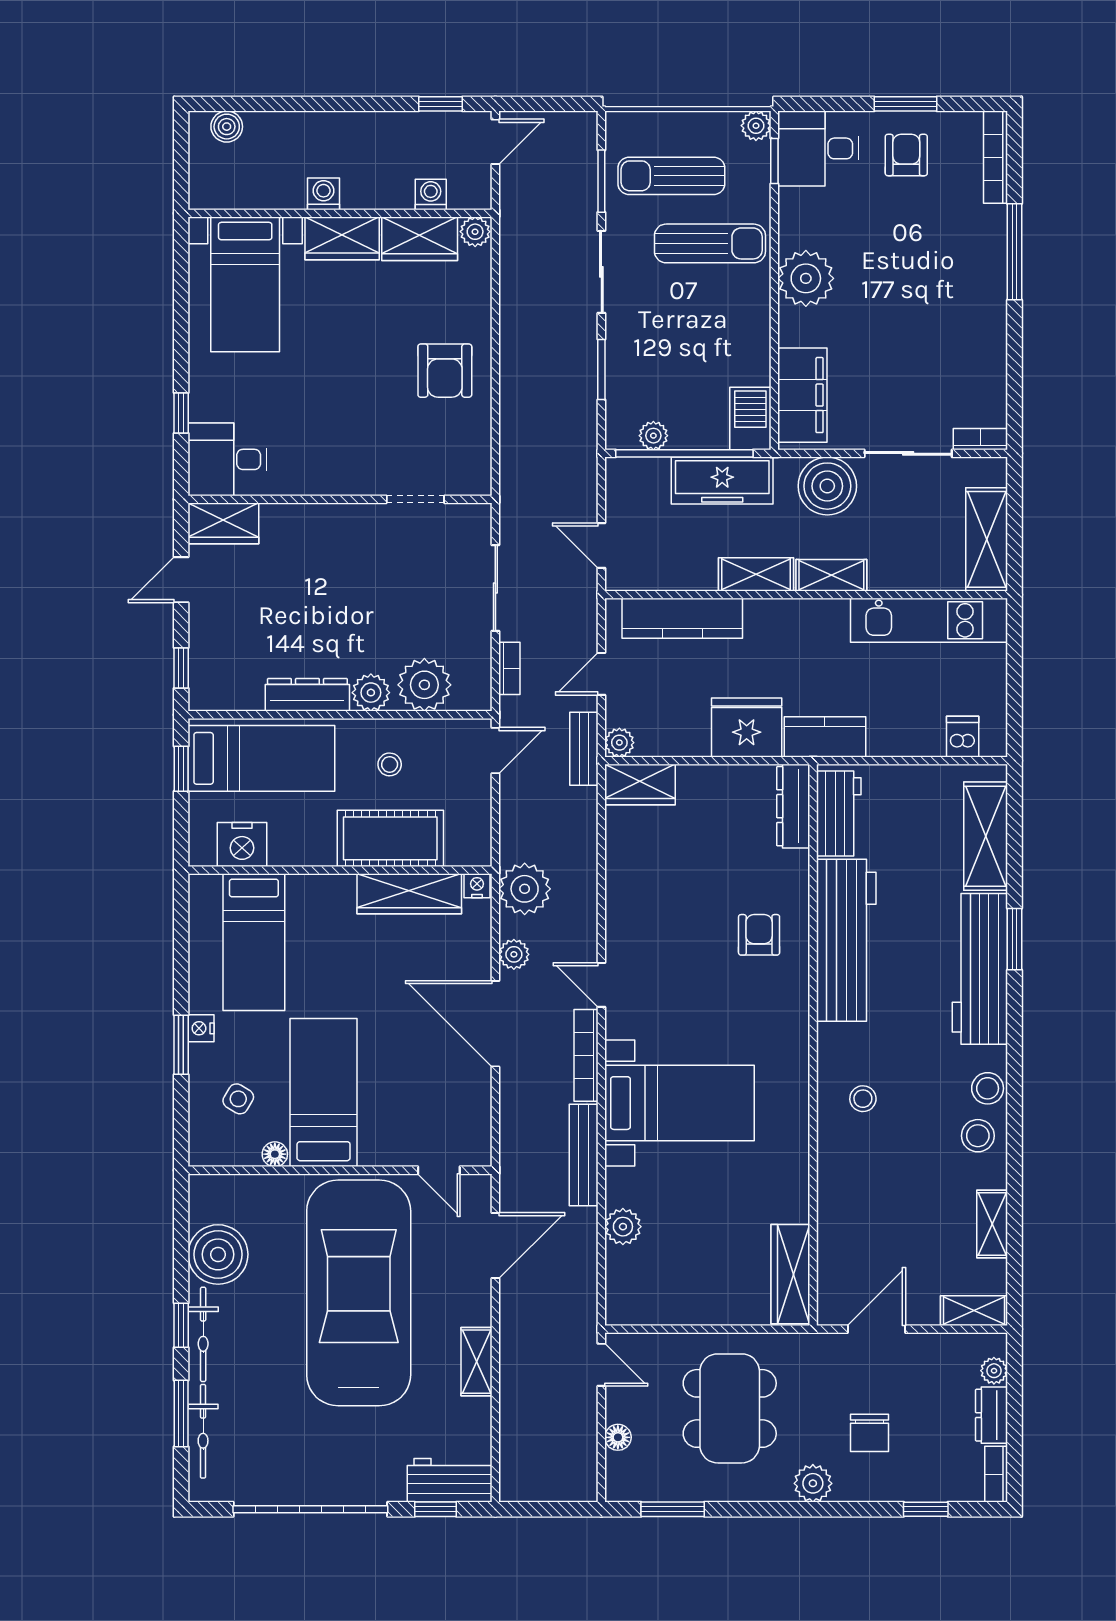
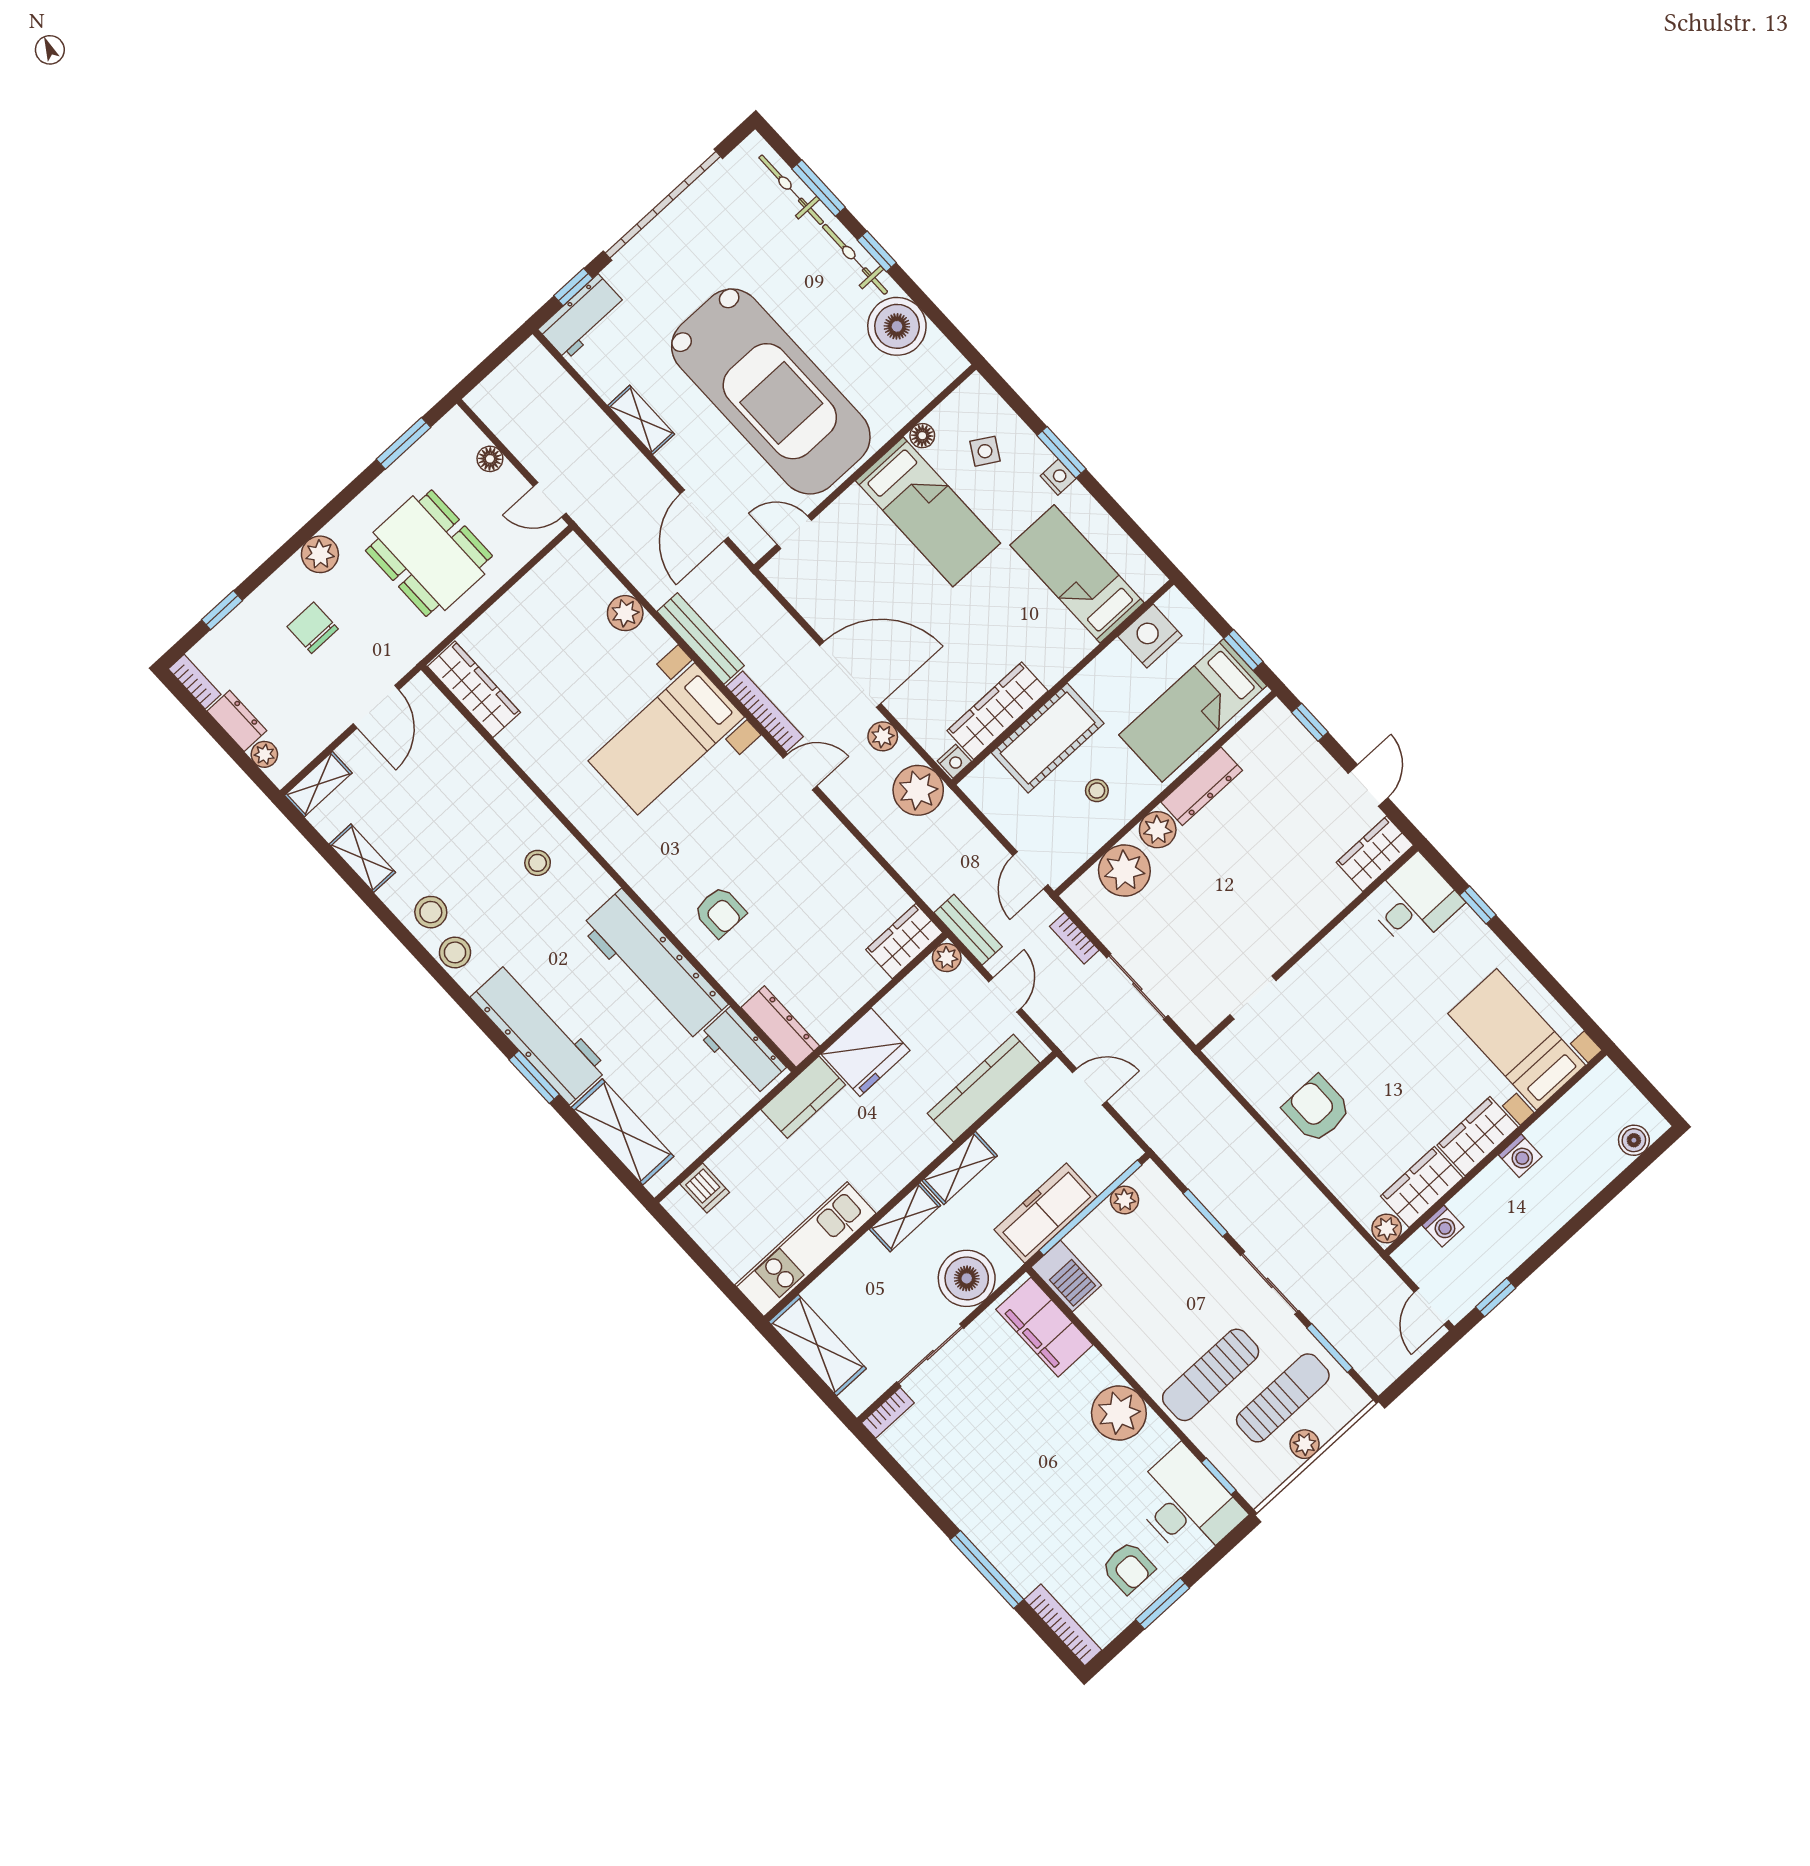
plant: (756, 126) -> (1305, 1444), moved
desk: (818, 148) -> (1186, 1504), width x1.37

